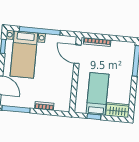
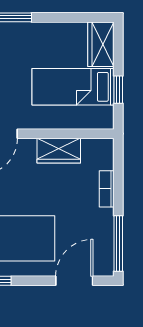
wardrobe: (66, 84) -> (59, 151), added

